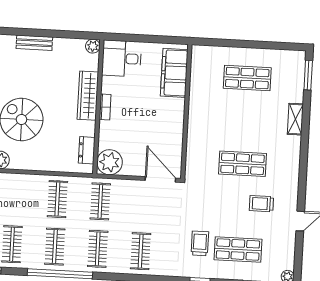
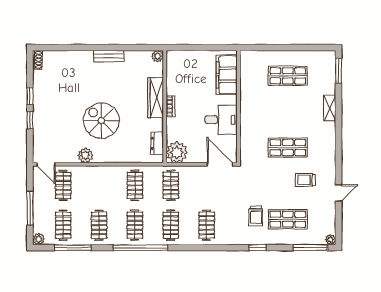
desk: (122, 58) -> (221, 120), moved, turned 180
trolley: (200, 243) -> (256, 216), turned 180

